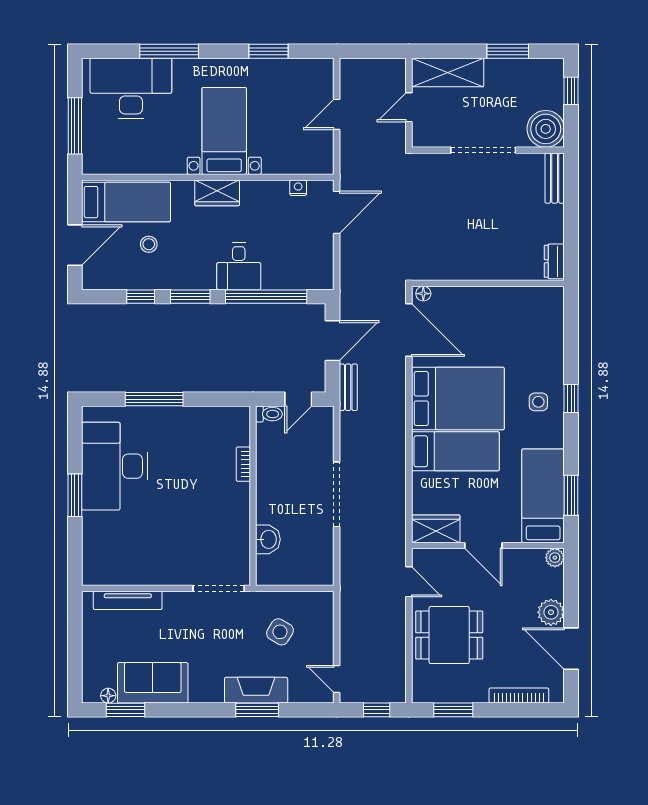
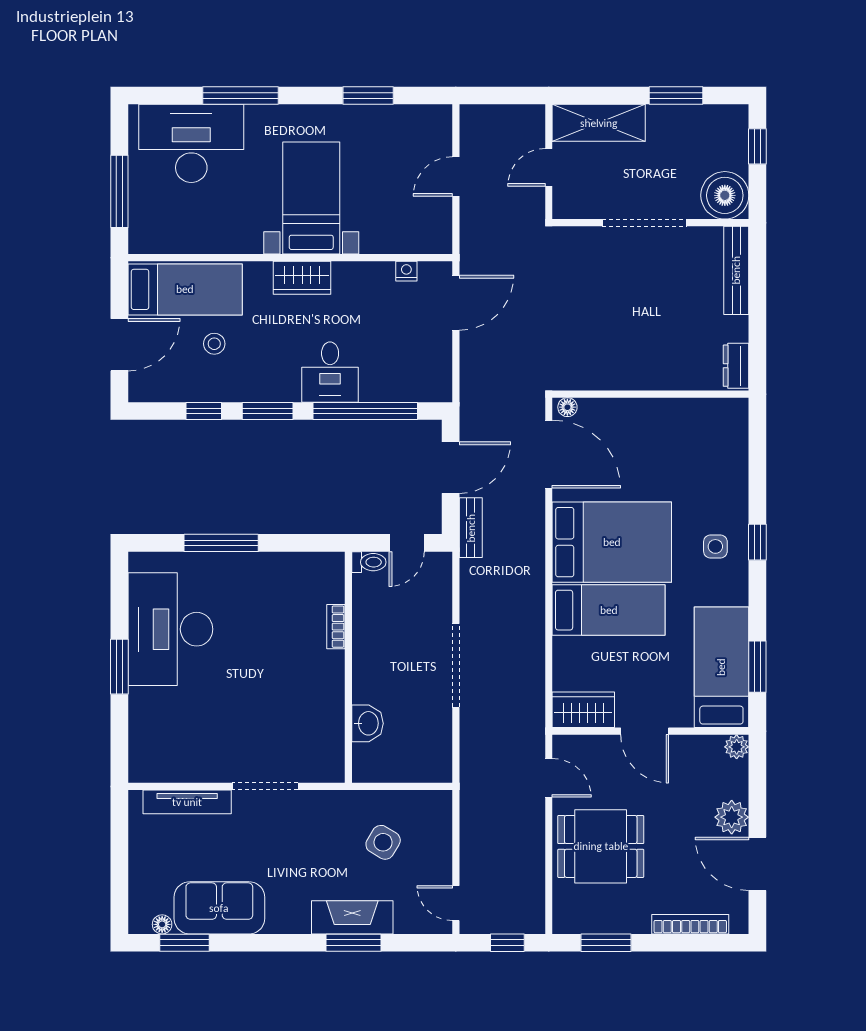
bench: (555, 178) -> (736, 270), width x1.36
doorway: (219, 588) -> (265, 786), moved

